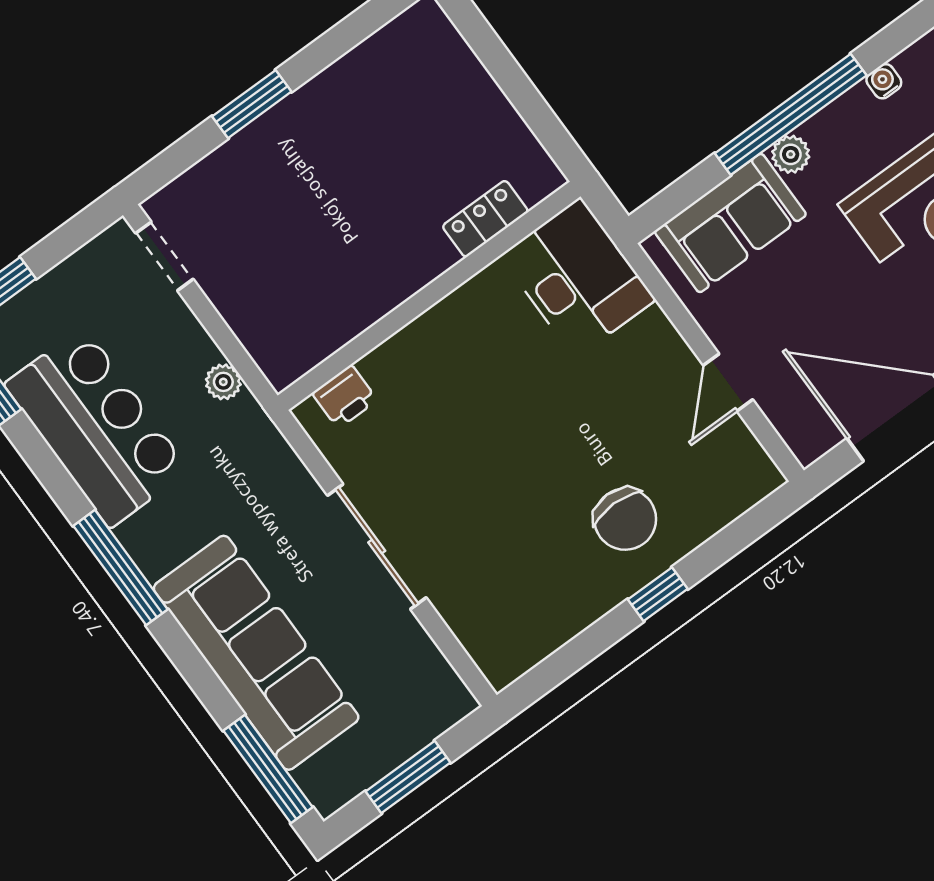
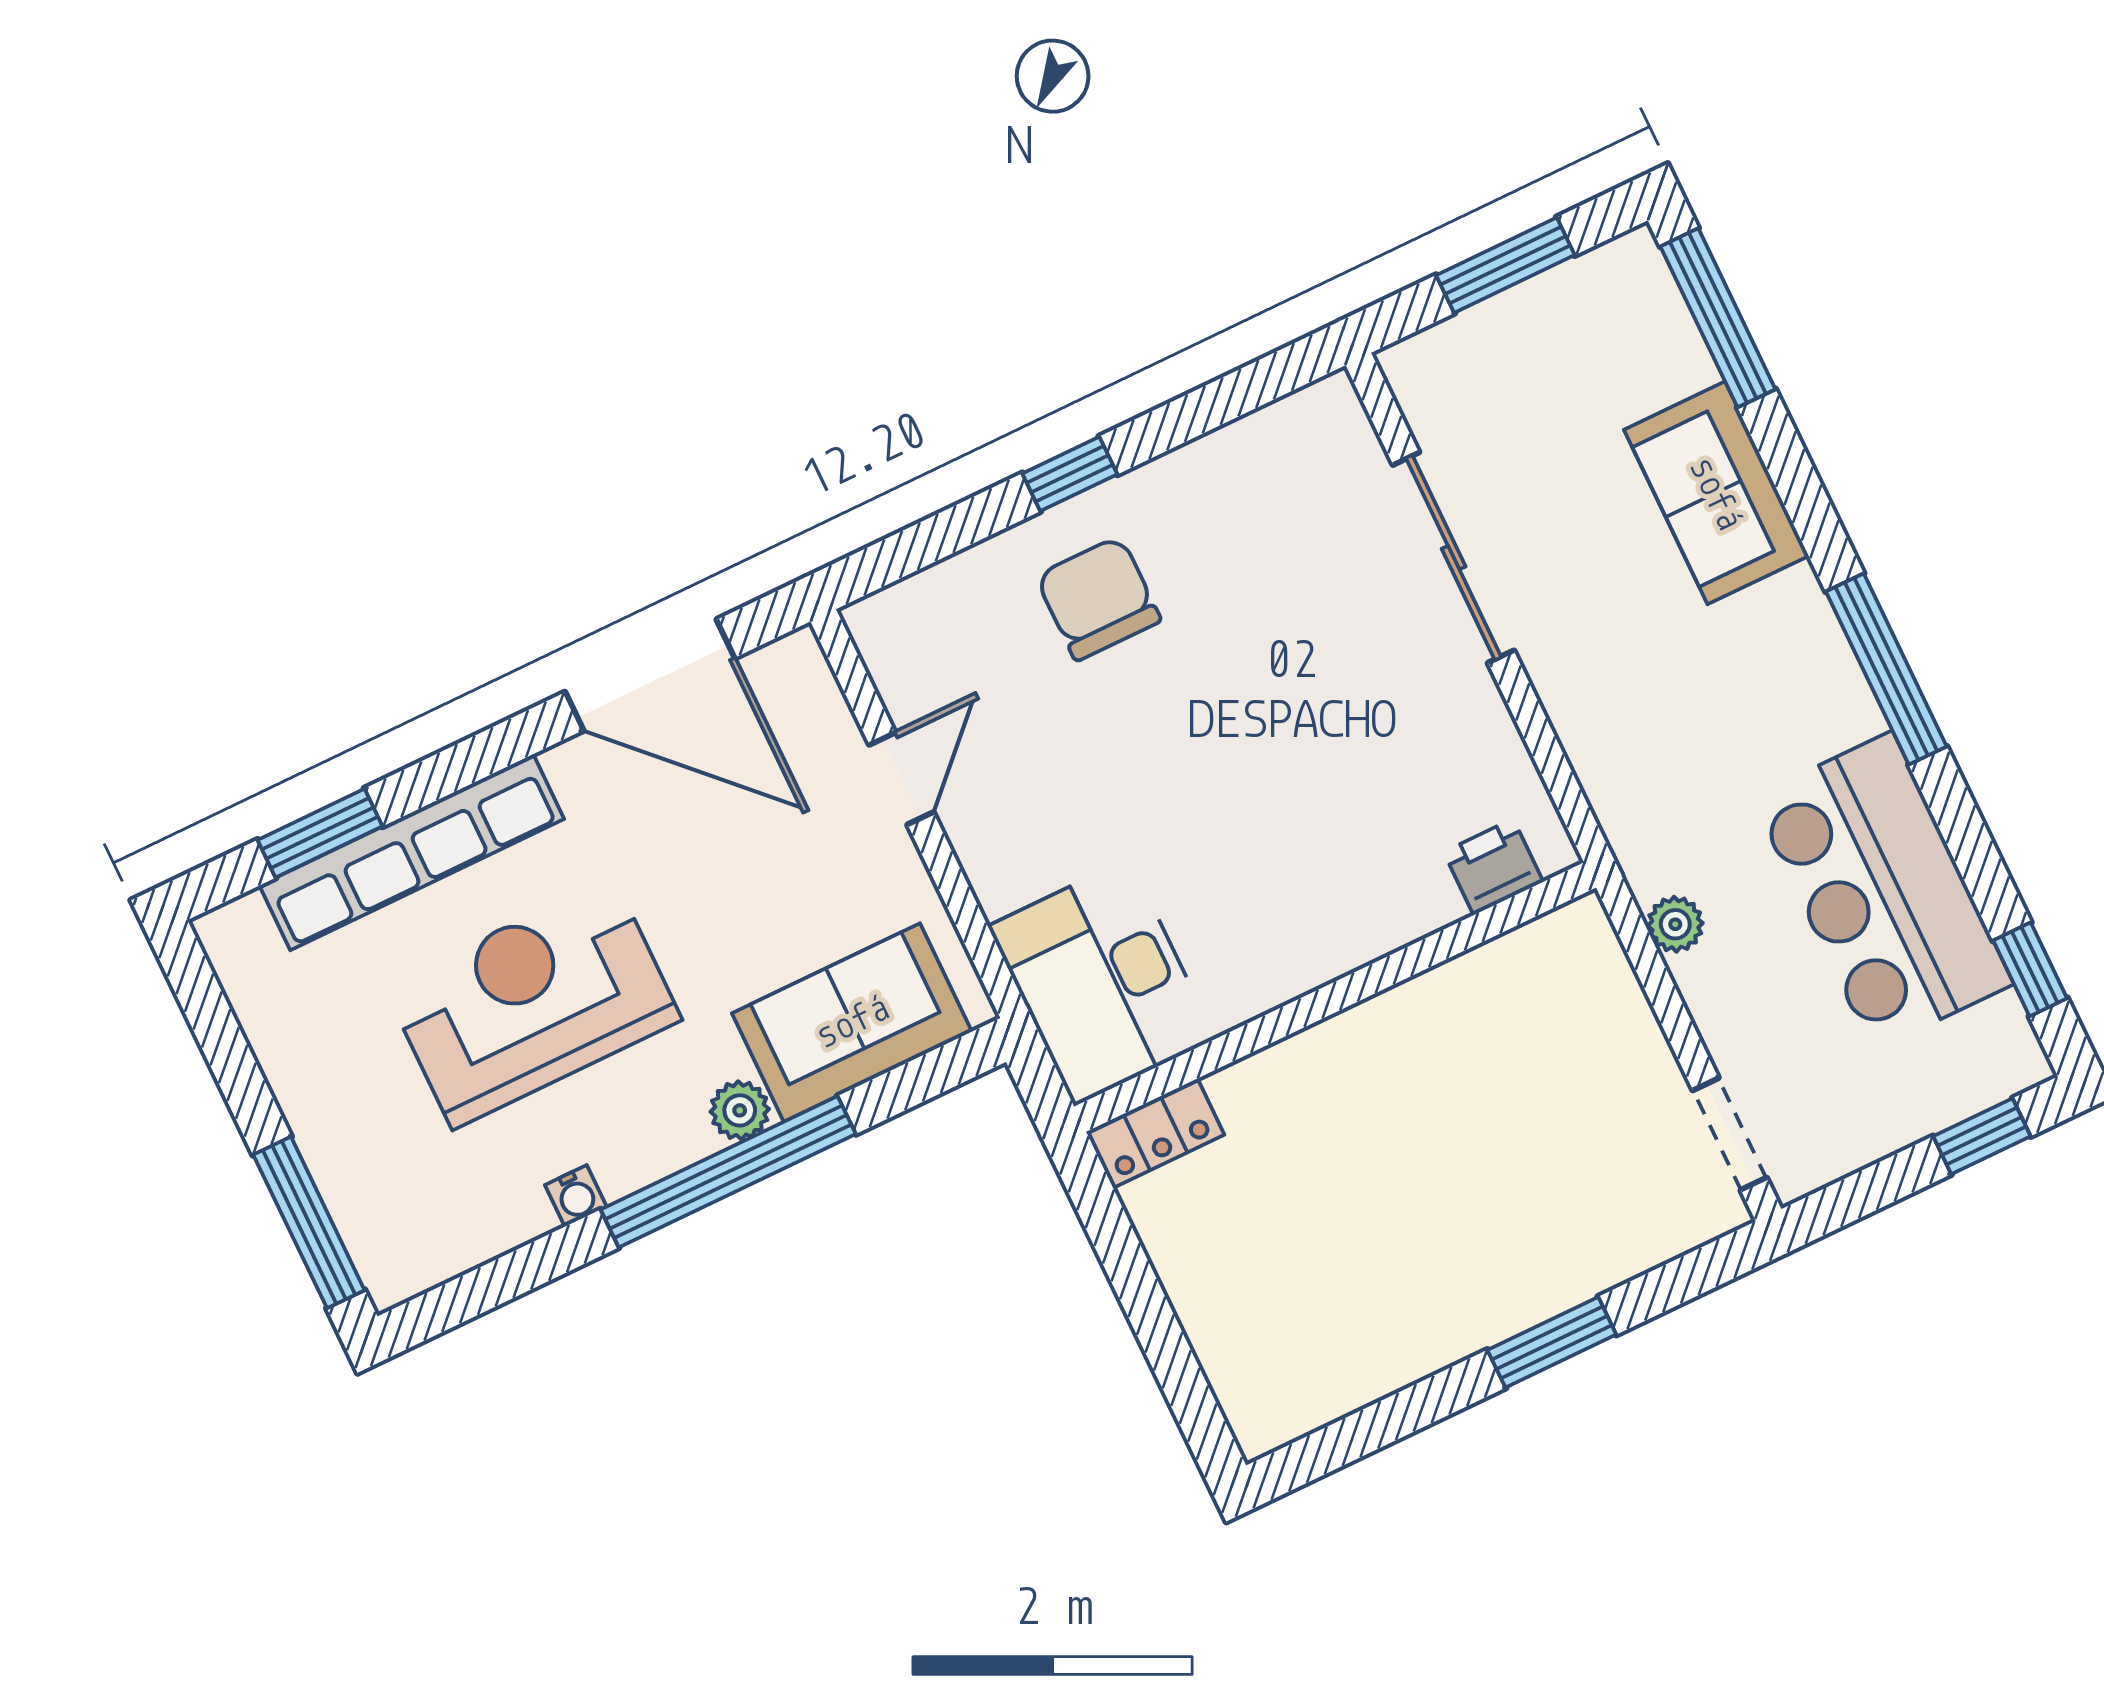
locker: (485, 219) -> (1155, 1133), moved
sliding door: (377, 547) -> (1454, 558), moved
sofa: (256, 653) -> (1716, 493), width x0.54, depth x0.79

